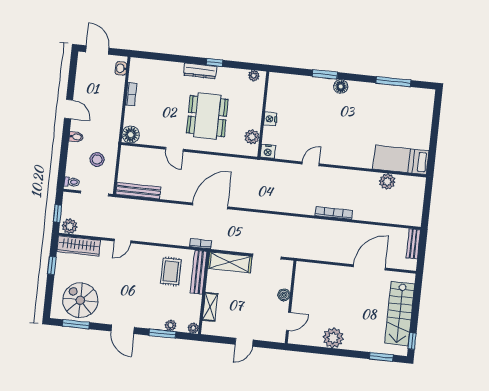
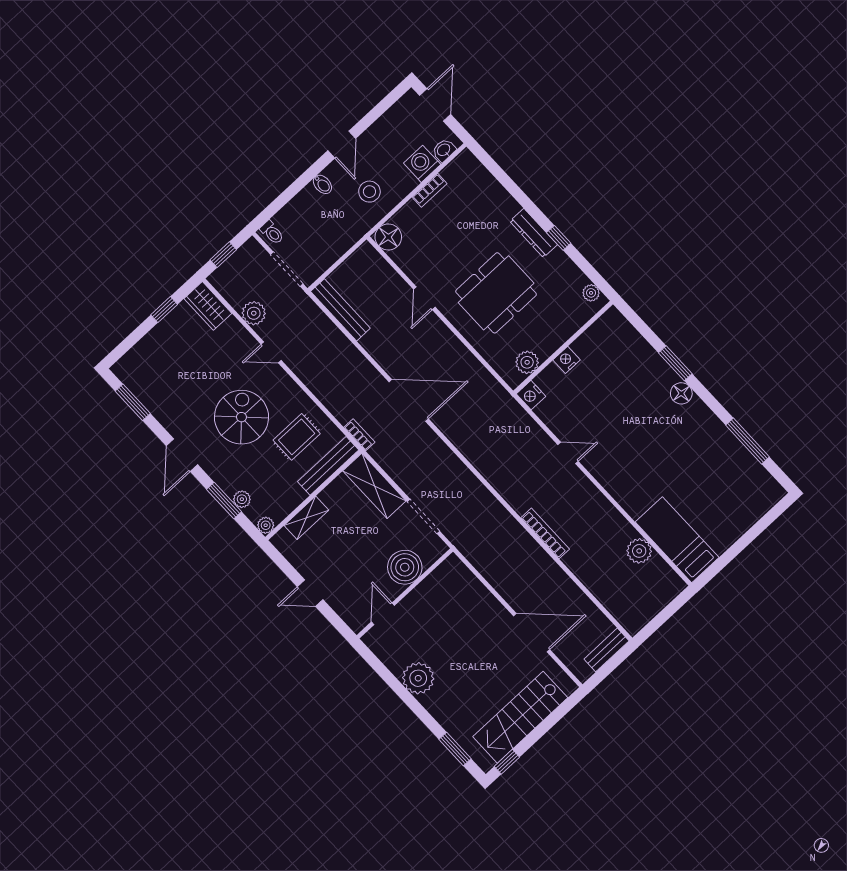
washing machine: (116, 84) -> (422, 164), added
stool: (97, 159) -> (369, 192), moved
plant: (70, 226) -> (254, 313), moved
wardrobe: (79, 246) -> (208, 306), width x0.67
boiler: (284, 295) -> (405, 567), width x1.86, depth x1.86
spiral stairs: (80, 300) -> (241, 417), moved
door: (288, 321) -> (383, 614), swing flipped

